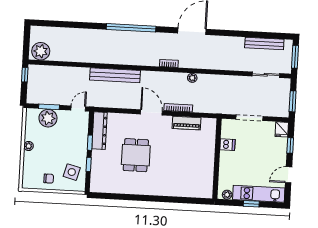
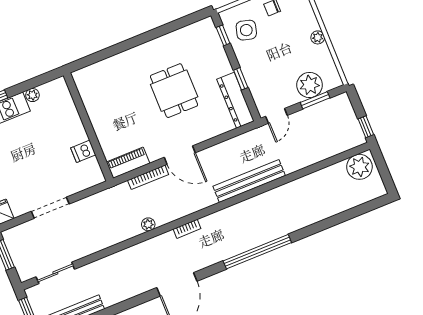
dishwasher: (227, 145) -> (83, 151), moved
wall: (217, 159) -> (88, 127), moved
window: (89, 164) -> (223, 35), moved

